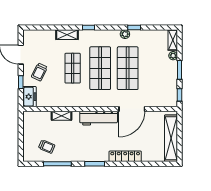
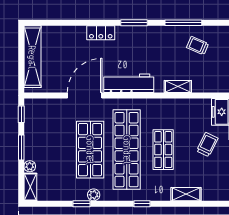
shelving: (67, 35) -> (186, 194), moved
shop shelf: (100, 68) -> (127, 150), width x1.40
locker: (125, 156) -> (101, 33), width x0.66

